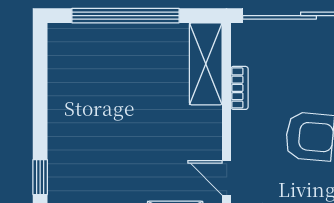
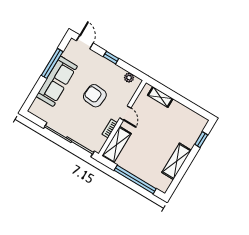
shelving: (64, 103) -> (177, 161), added
door: (227, 178) -> (125, 113), moved

